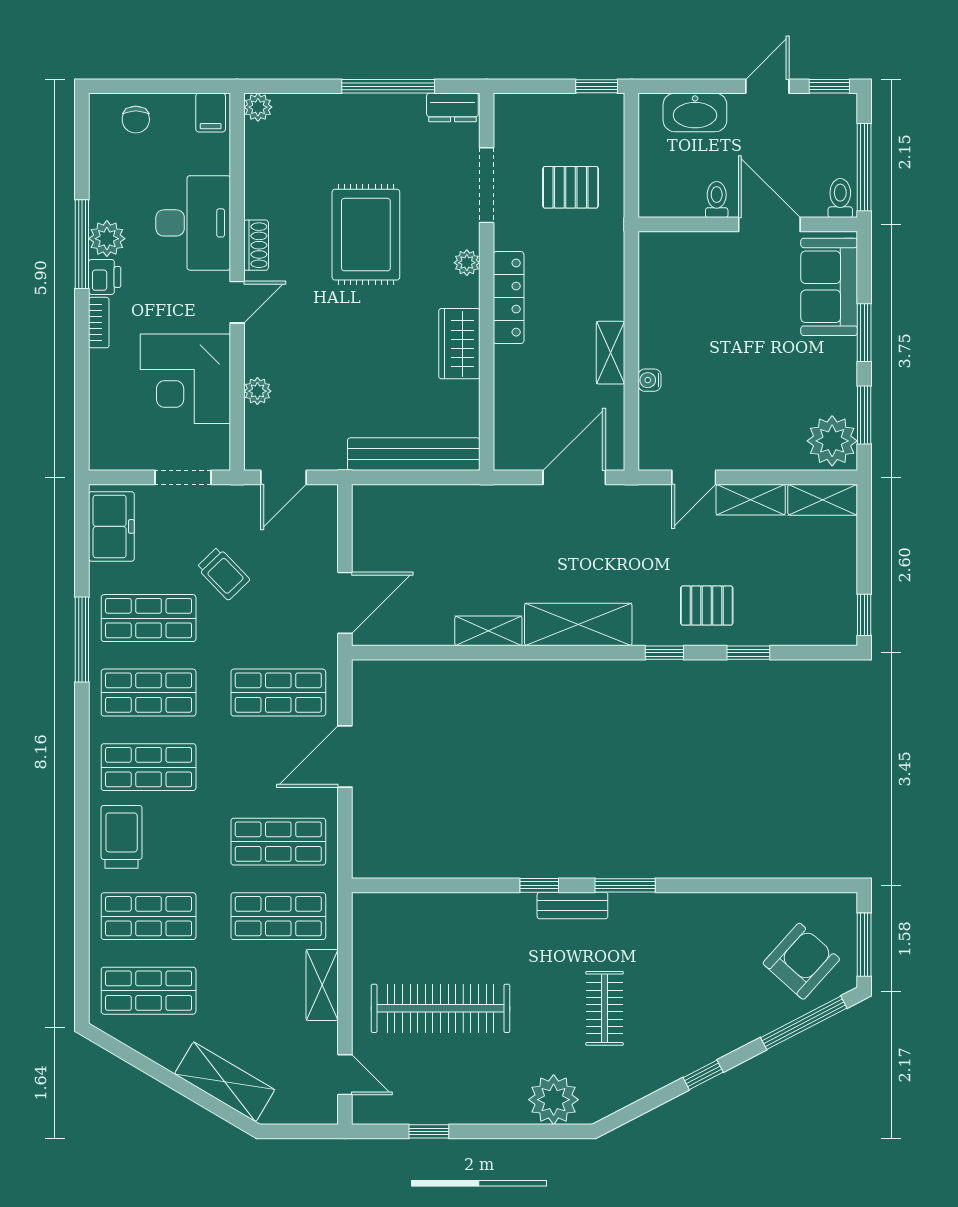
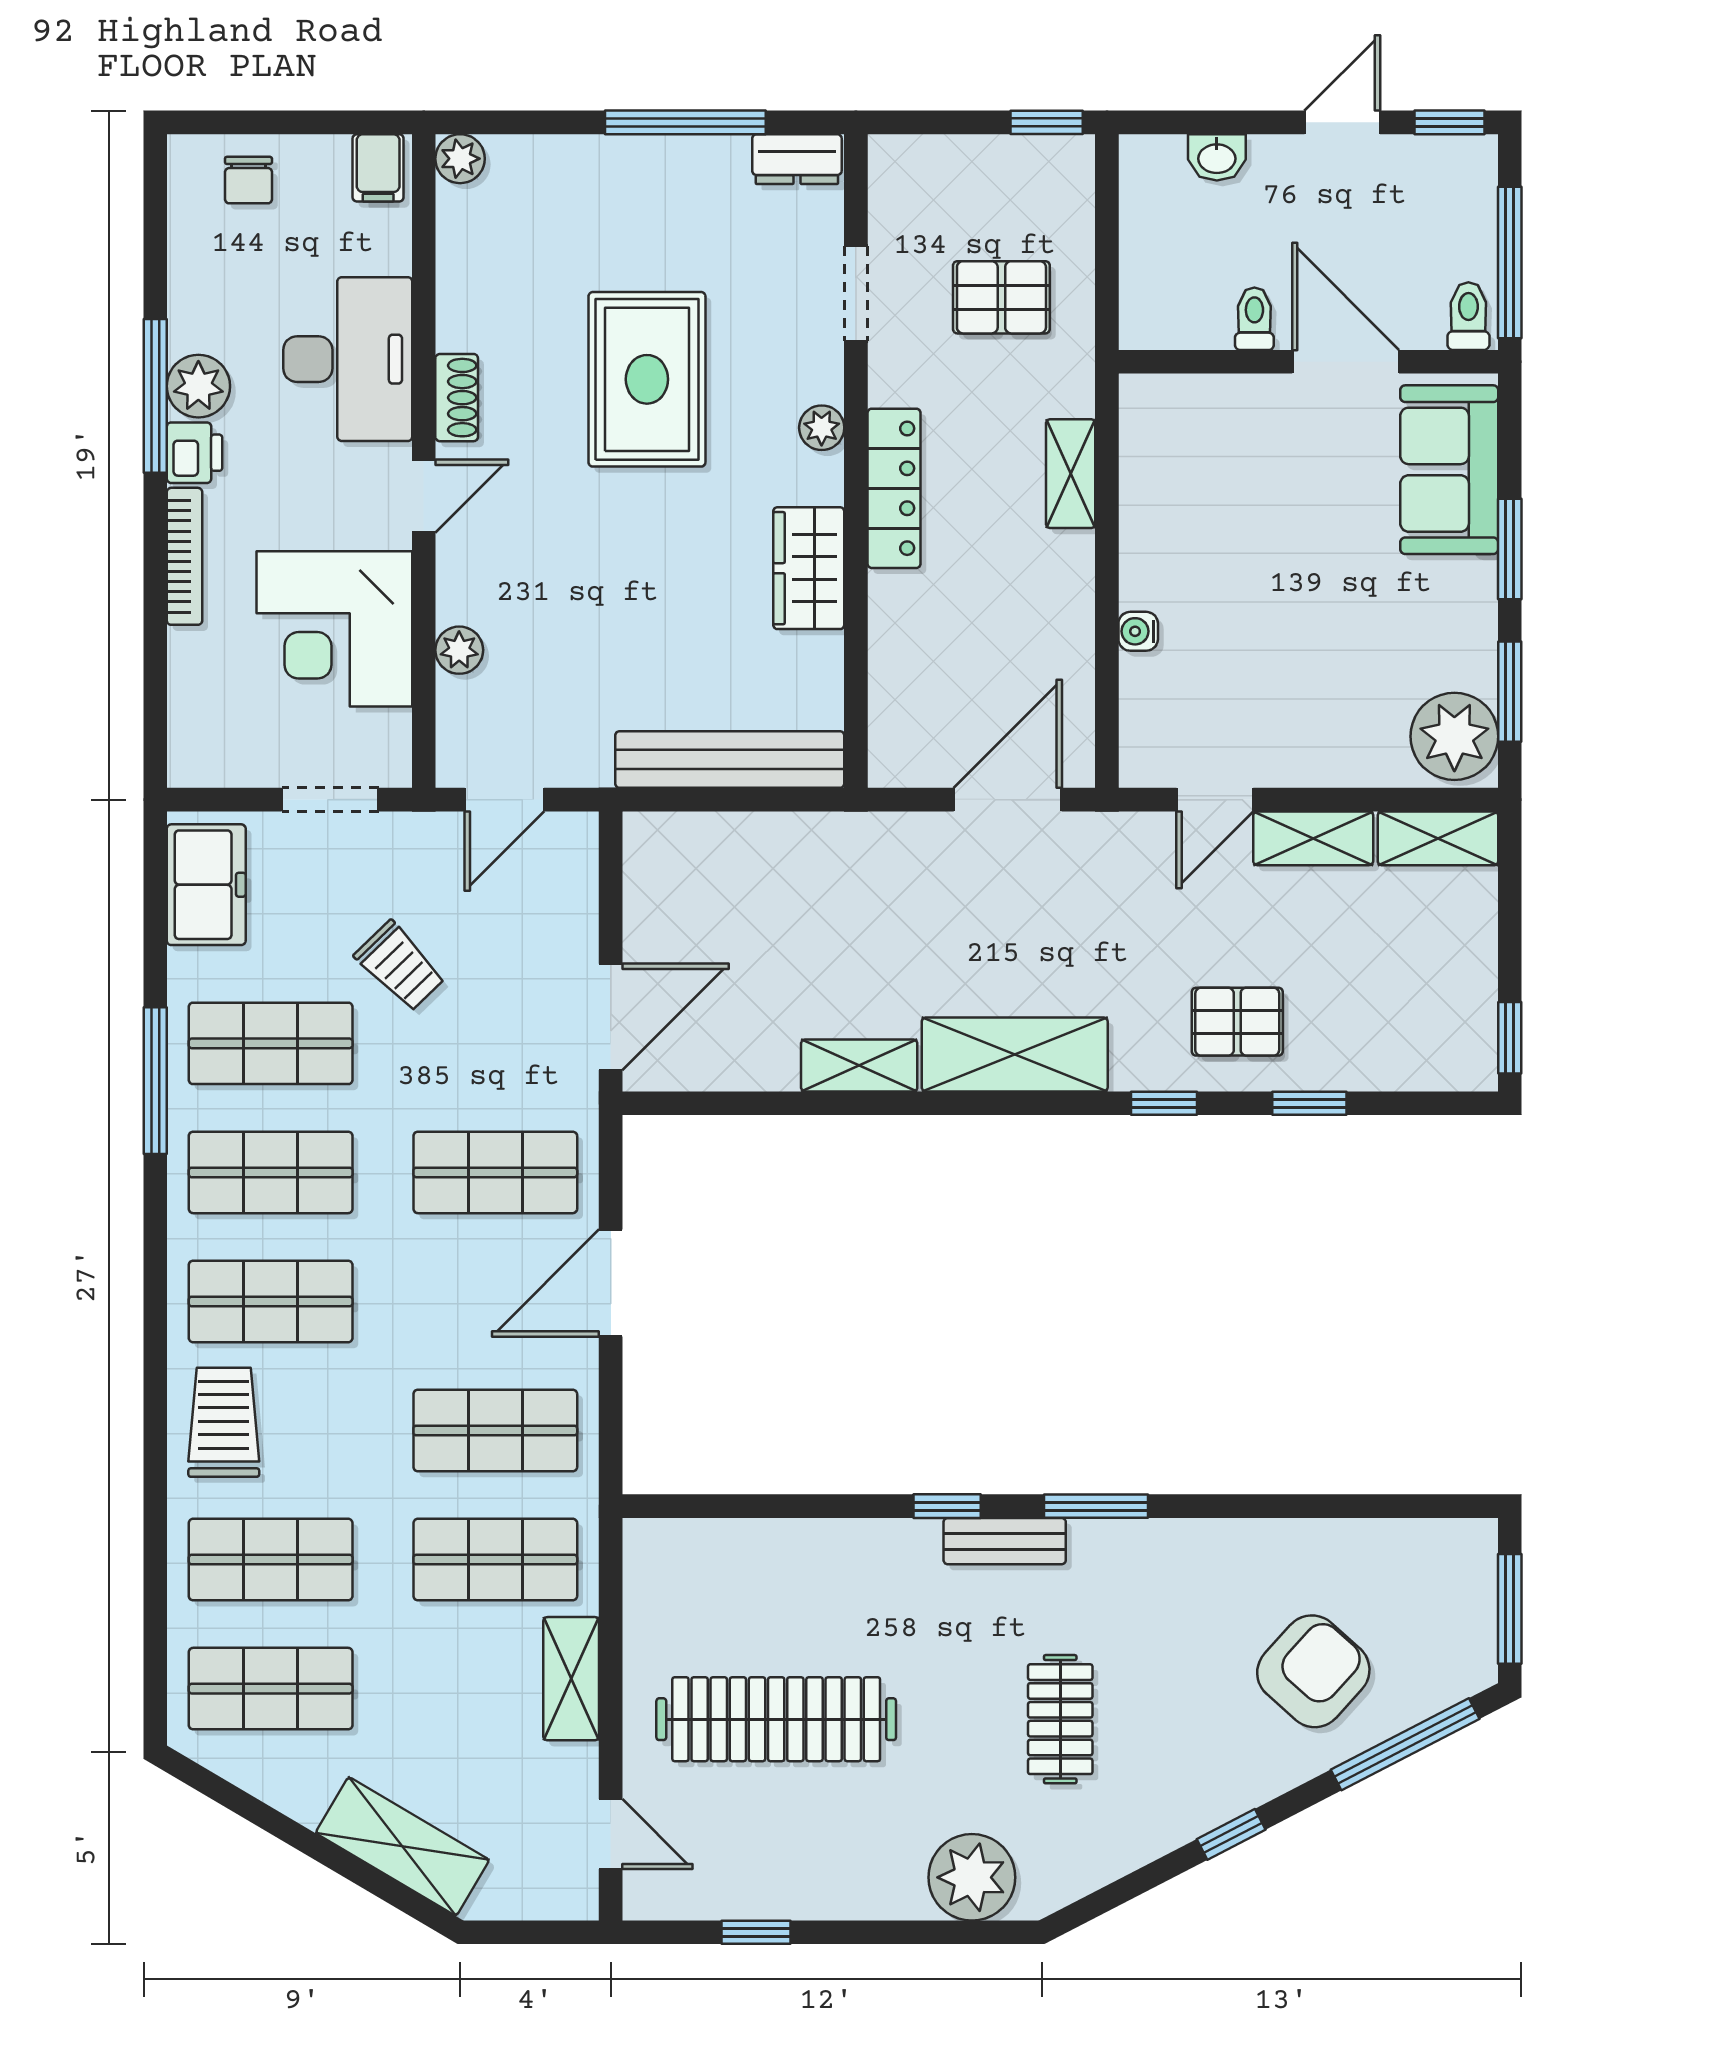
washbasin: (695, 112) -> (1217, 157), width x0.52, depth x0.69
doorway: (487, 185) -> (856, 293), width x0.73
bookcase: (99, 323) -> (184, 556), width x1.56
shelving: (611, 353) -> (1071, 474), moved
armchair: (801, 961) -> (1313, 1671), moved

